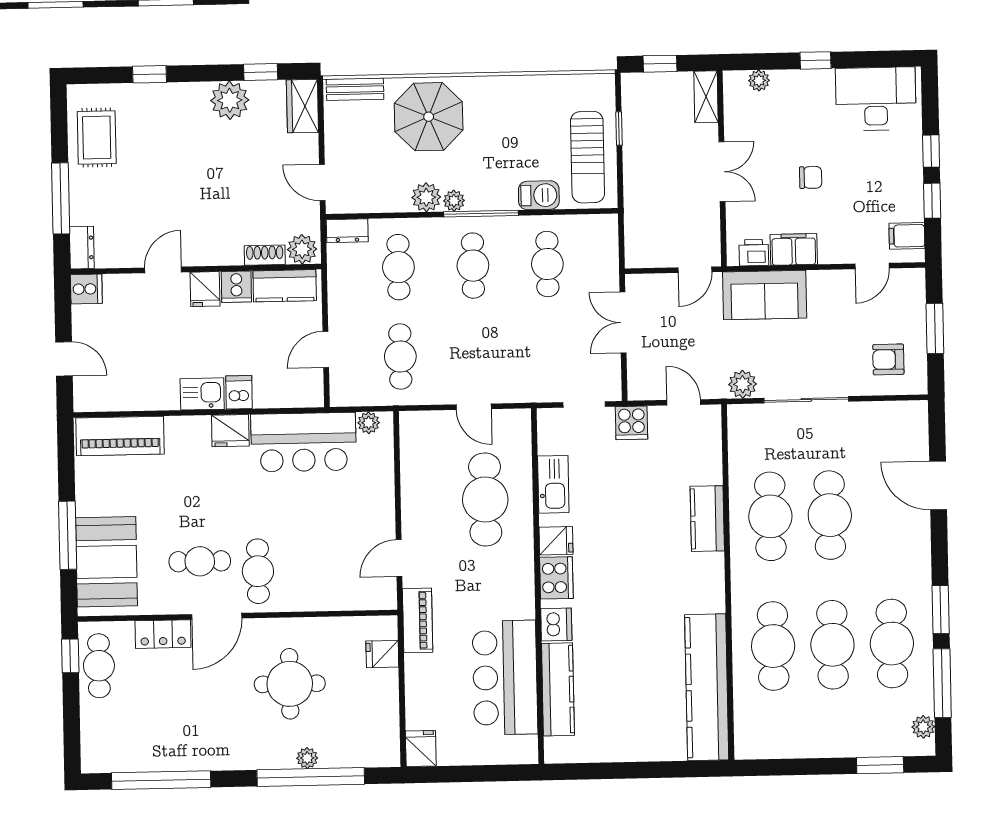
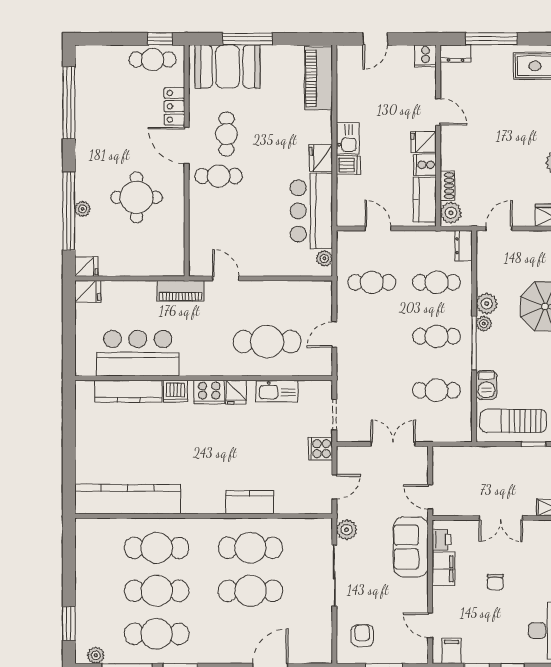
fridge: (382, 654) -> (86, 267), moved, turned 90

